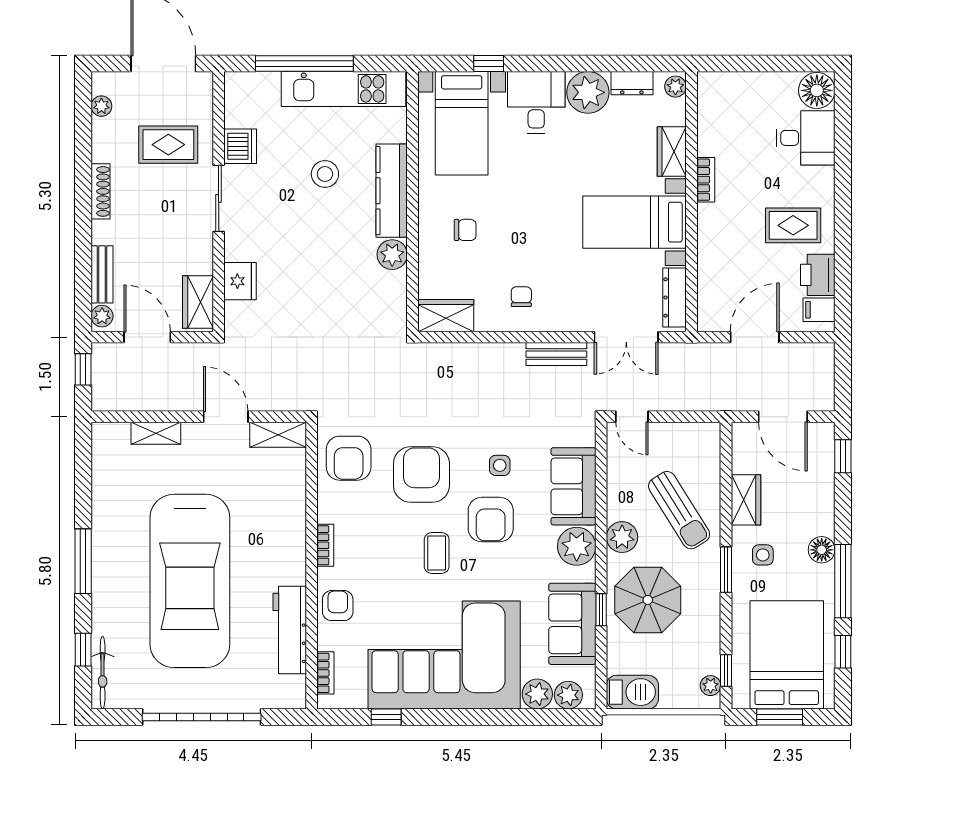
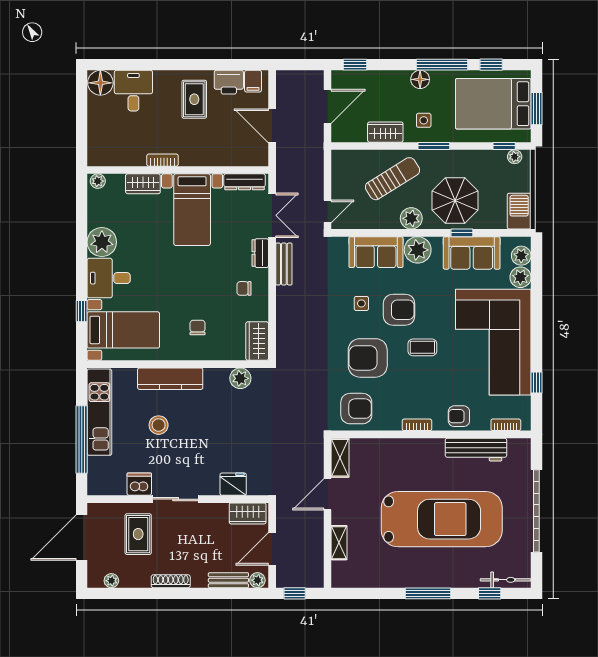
dresser: (632, 83) -> (260, 253), moved, turned 180
plant: (392, 255) -> (240, 378), moved

